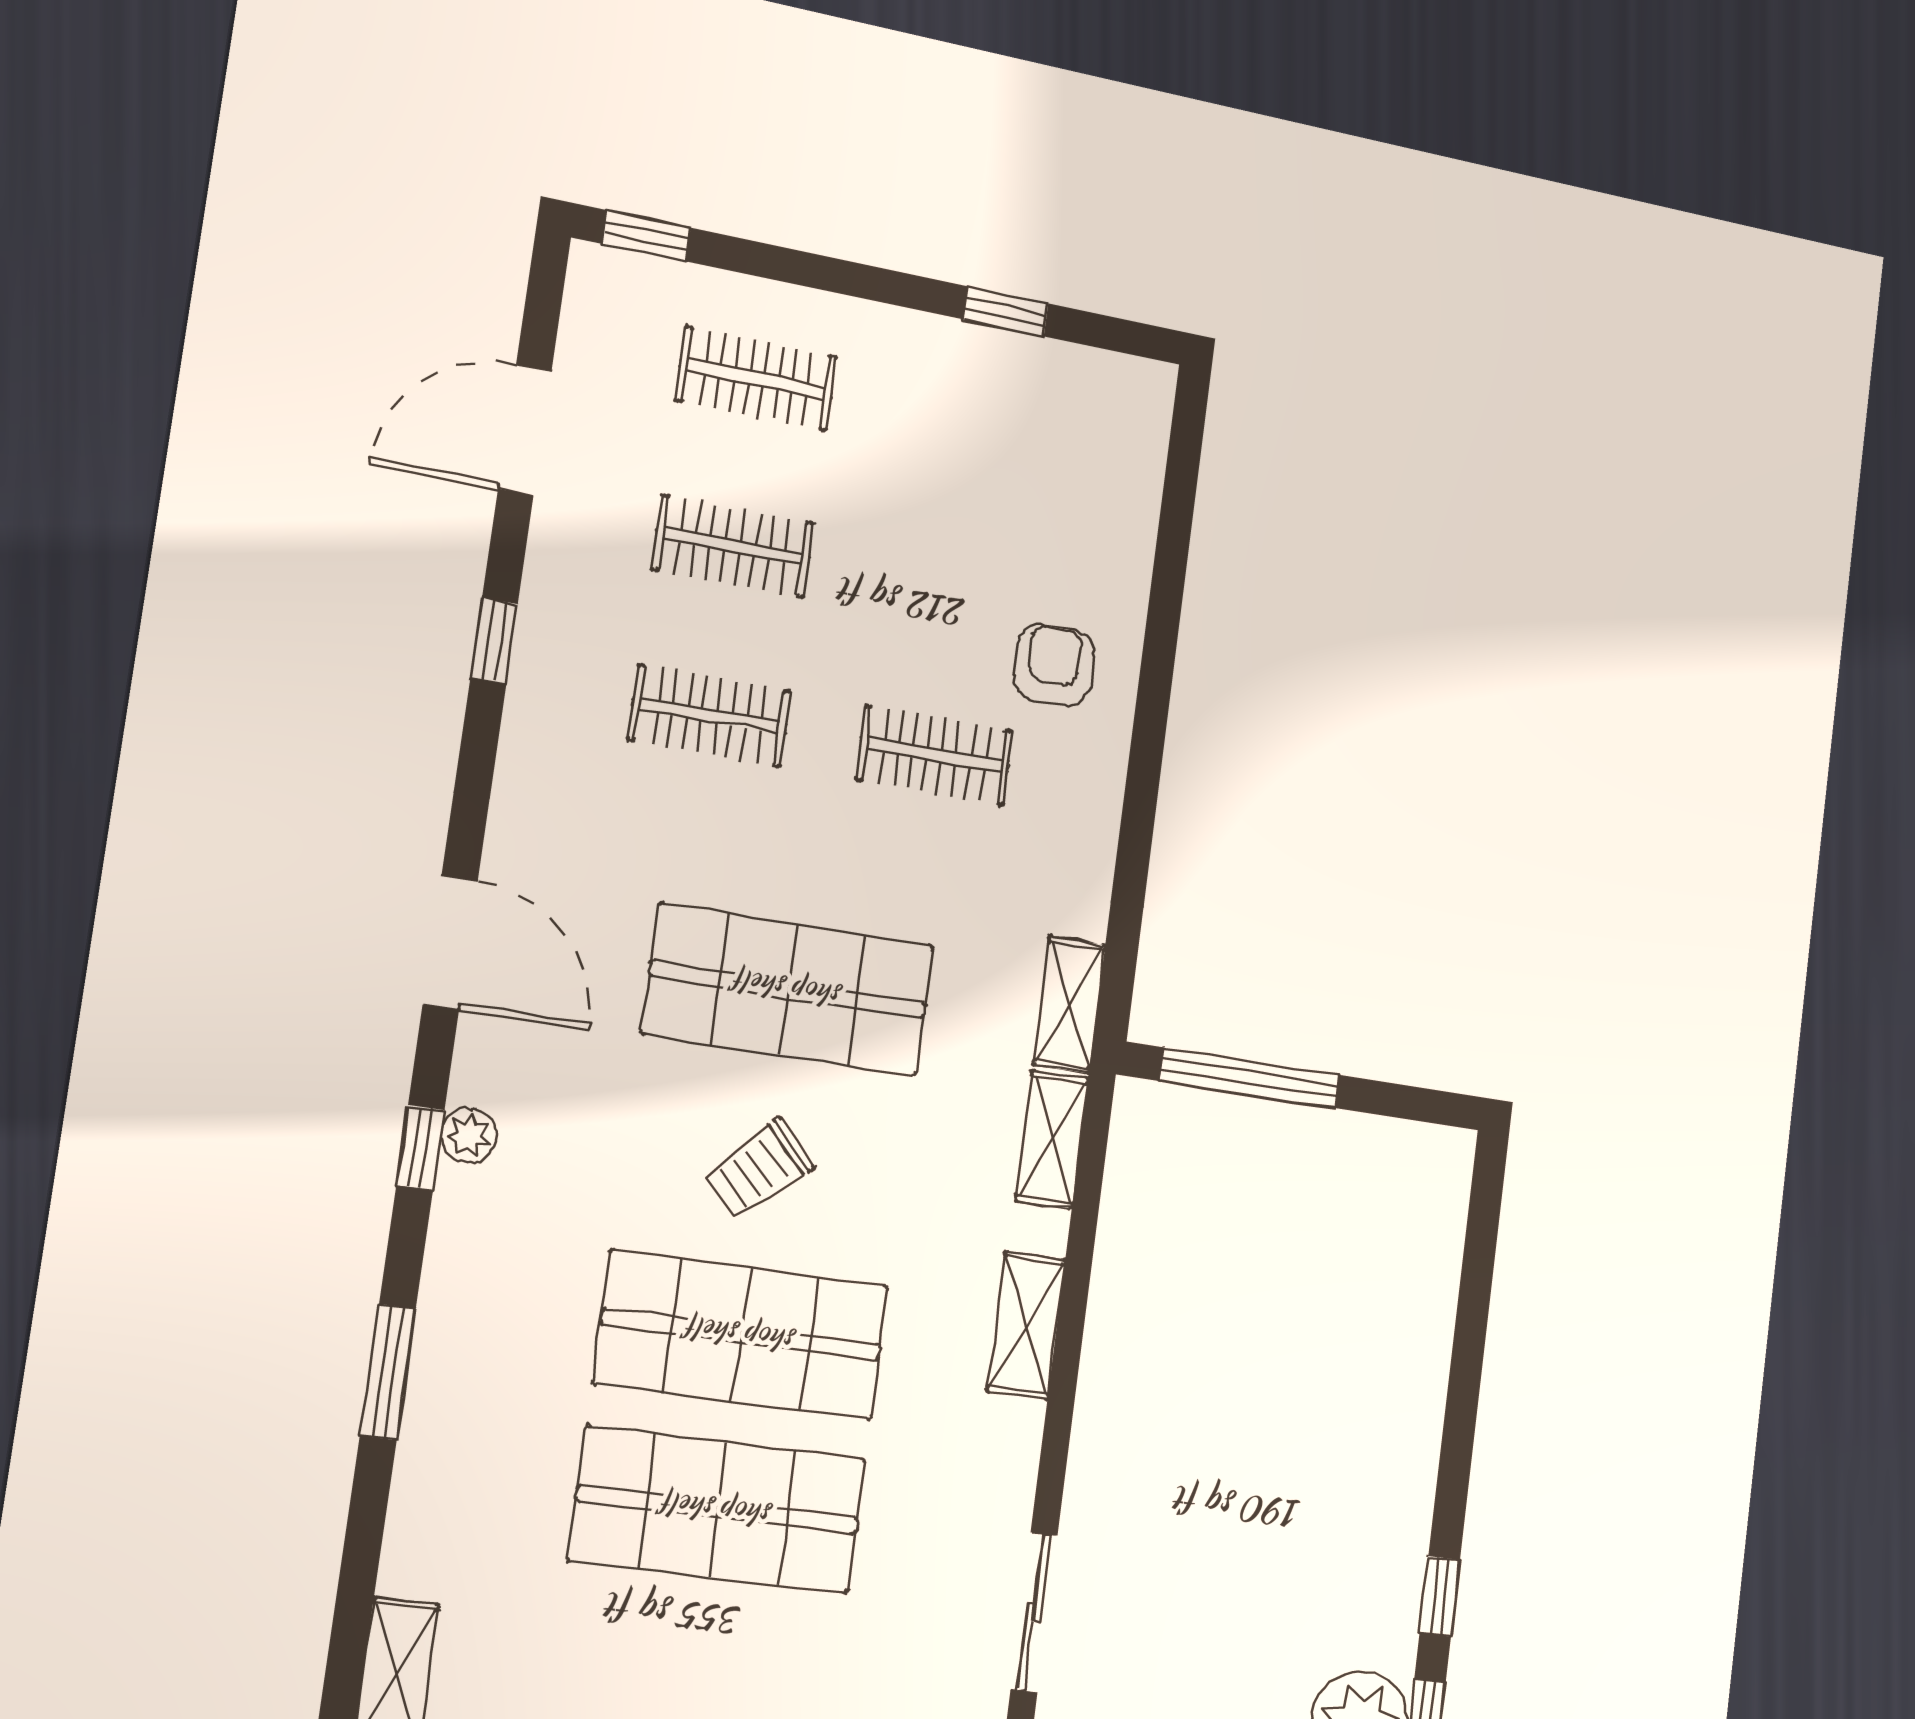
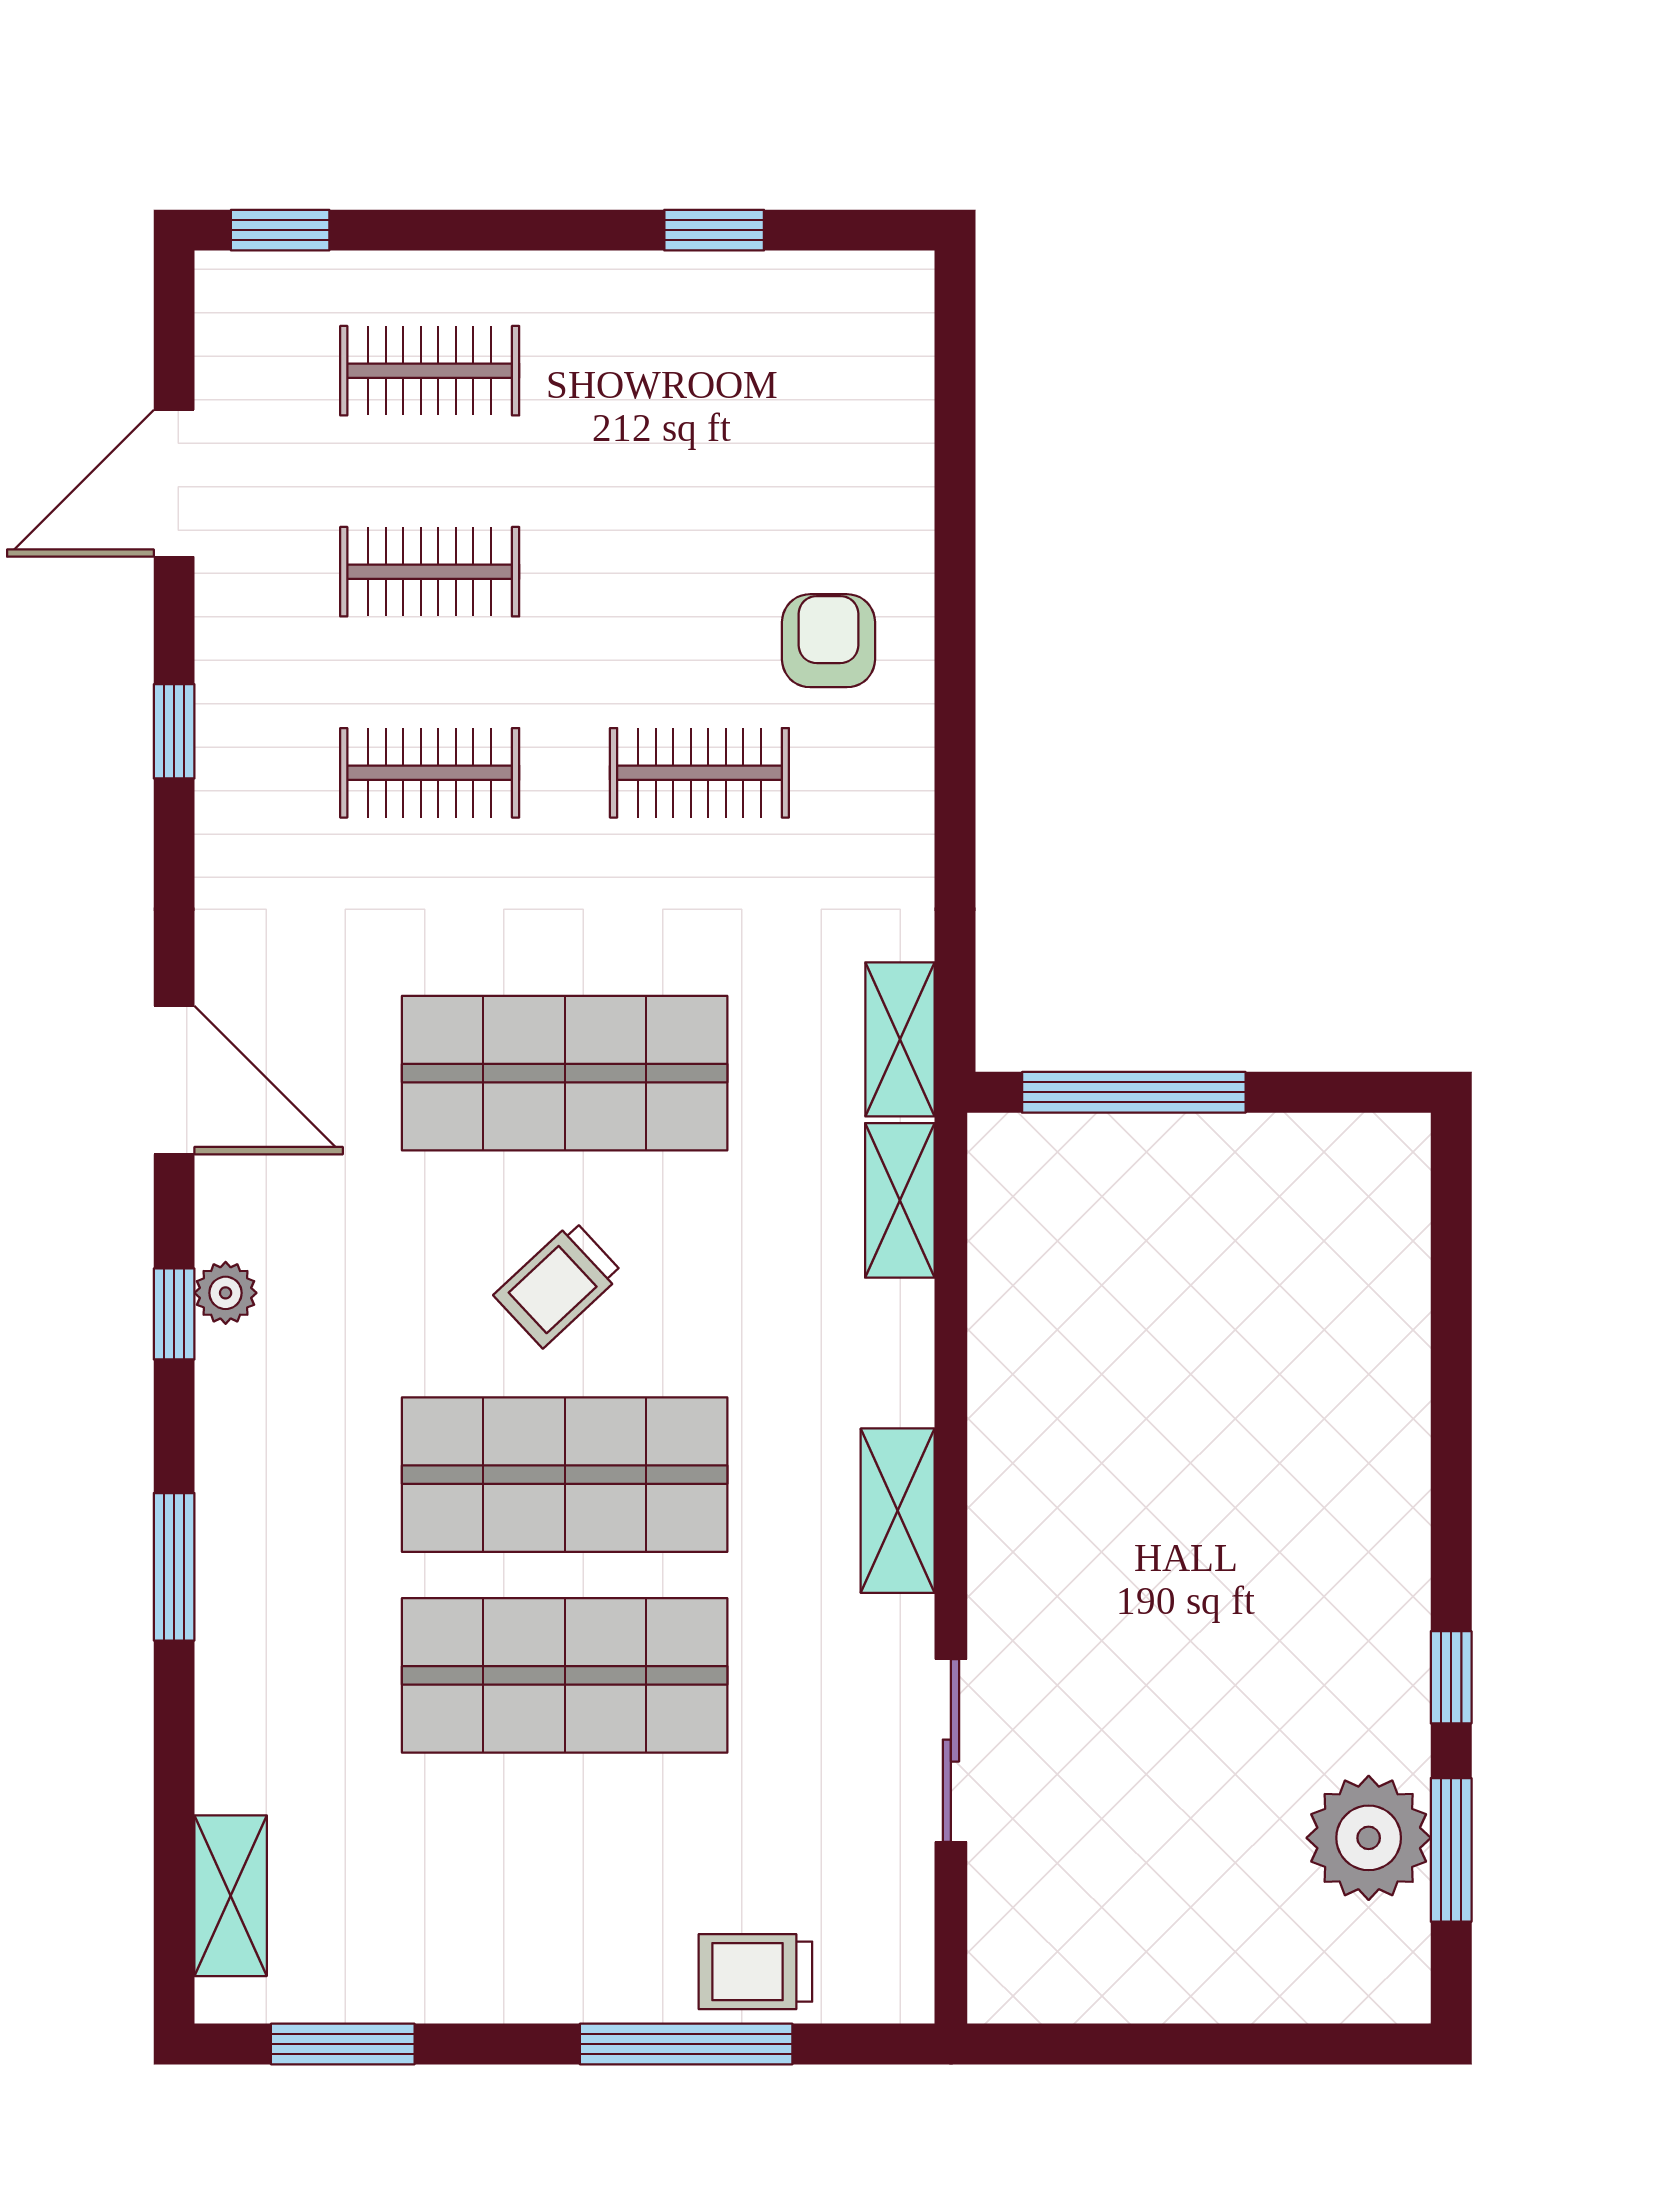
shelving: (1026, 1325) -> (898, 1511), moved

